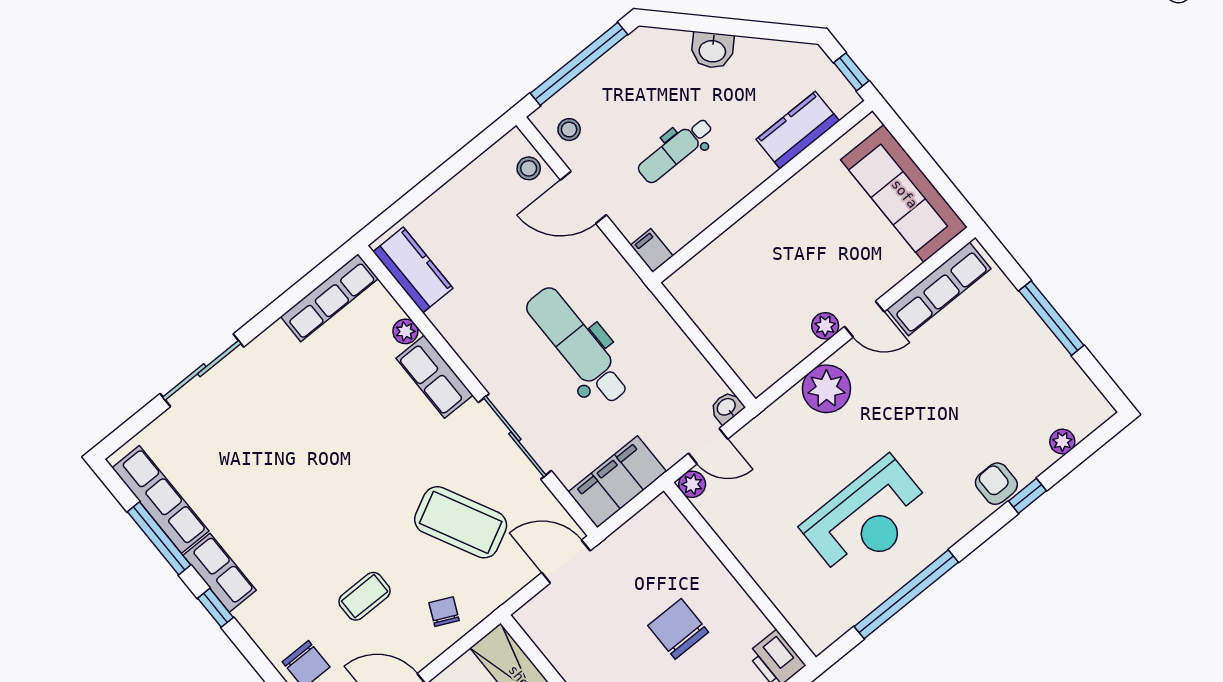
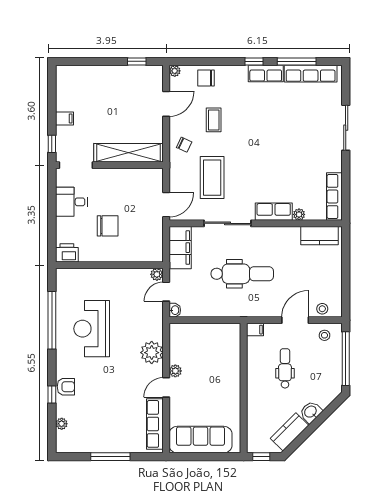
kitchen counter: (798, 130) -> (290, 432), moved, turned -135
coffee table: (461, 522) -> (212, 178), turned -63

